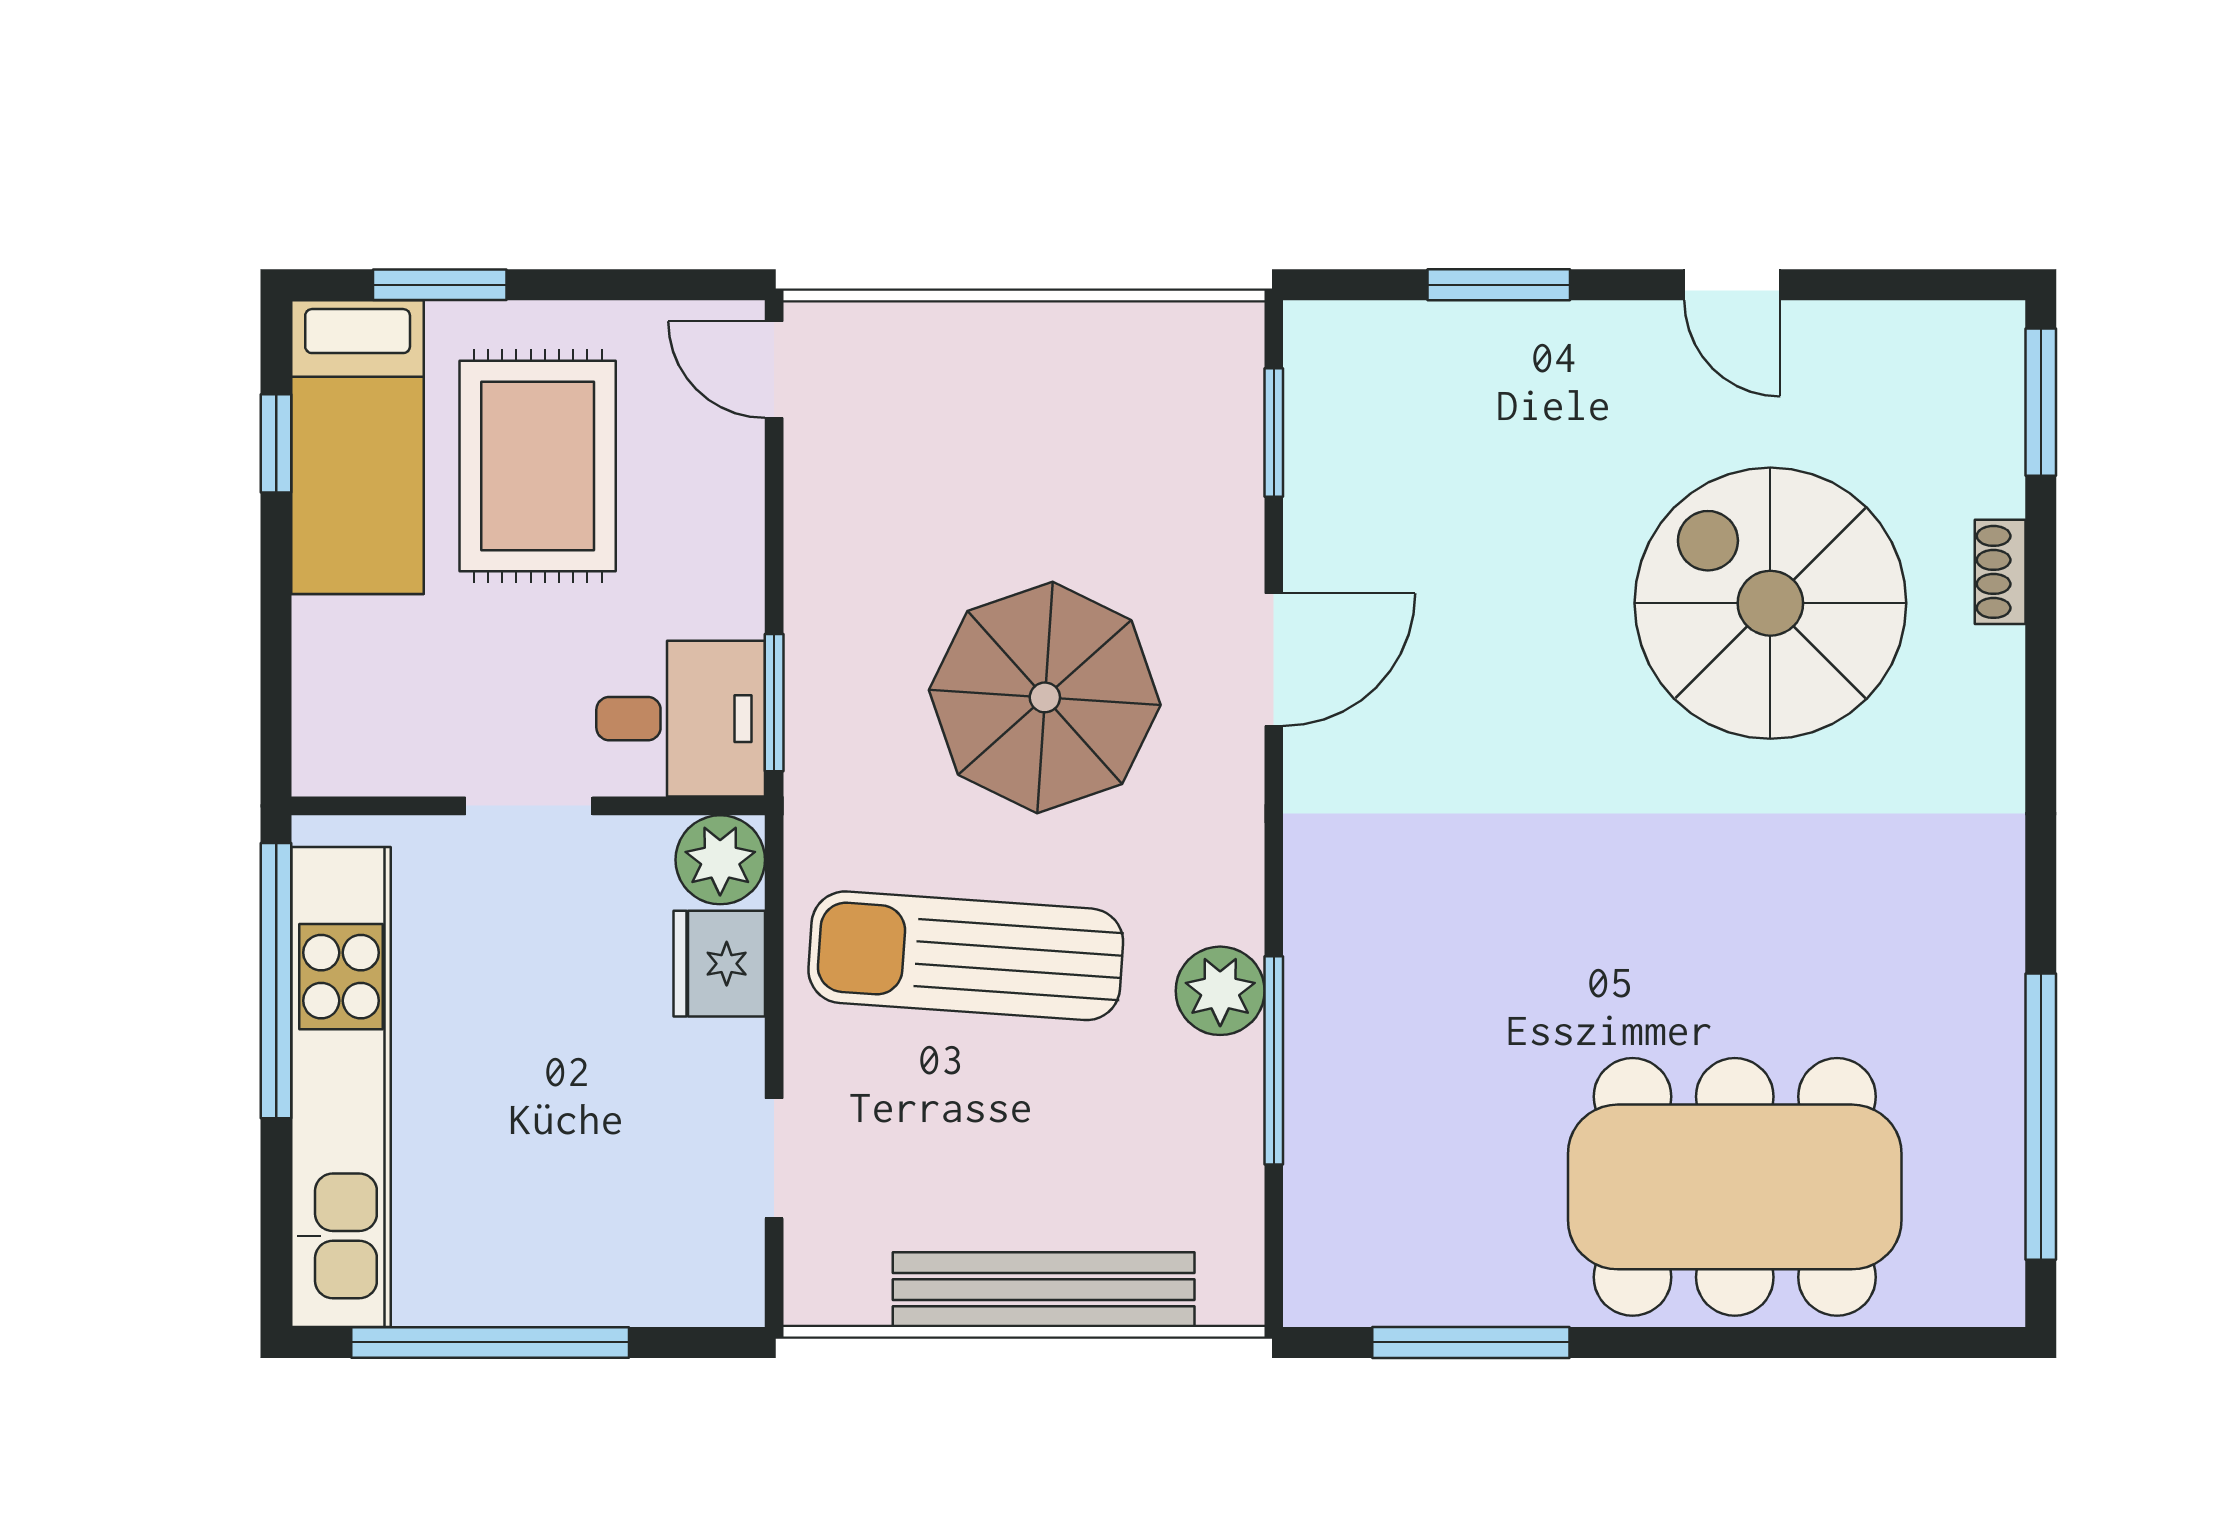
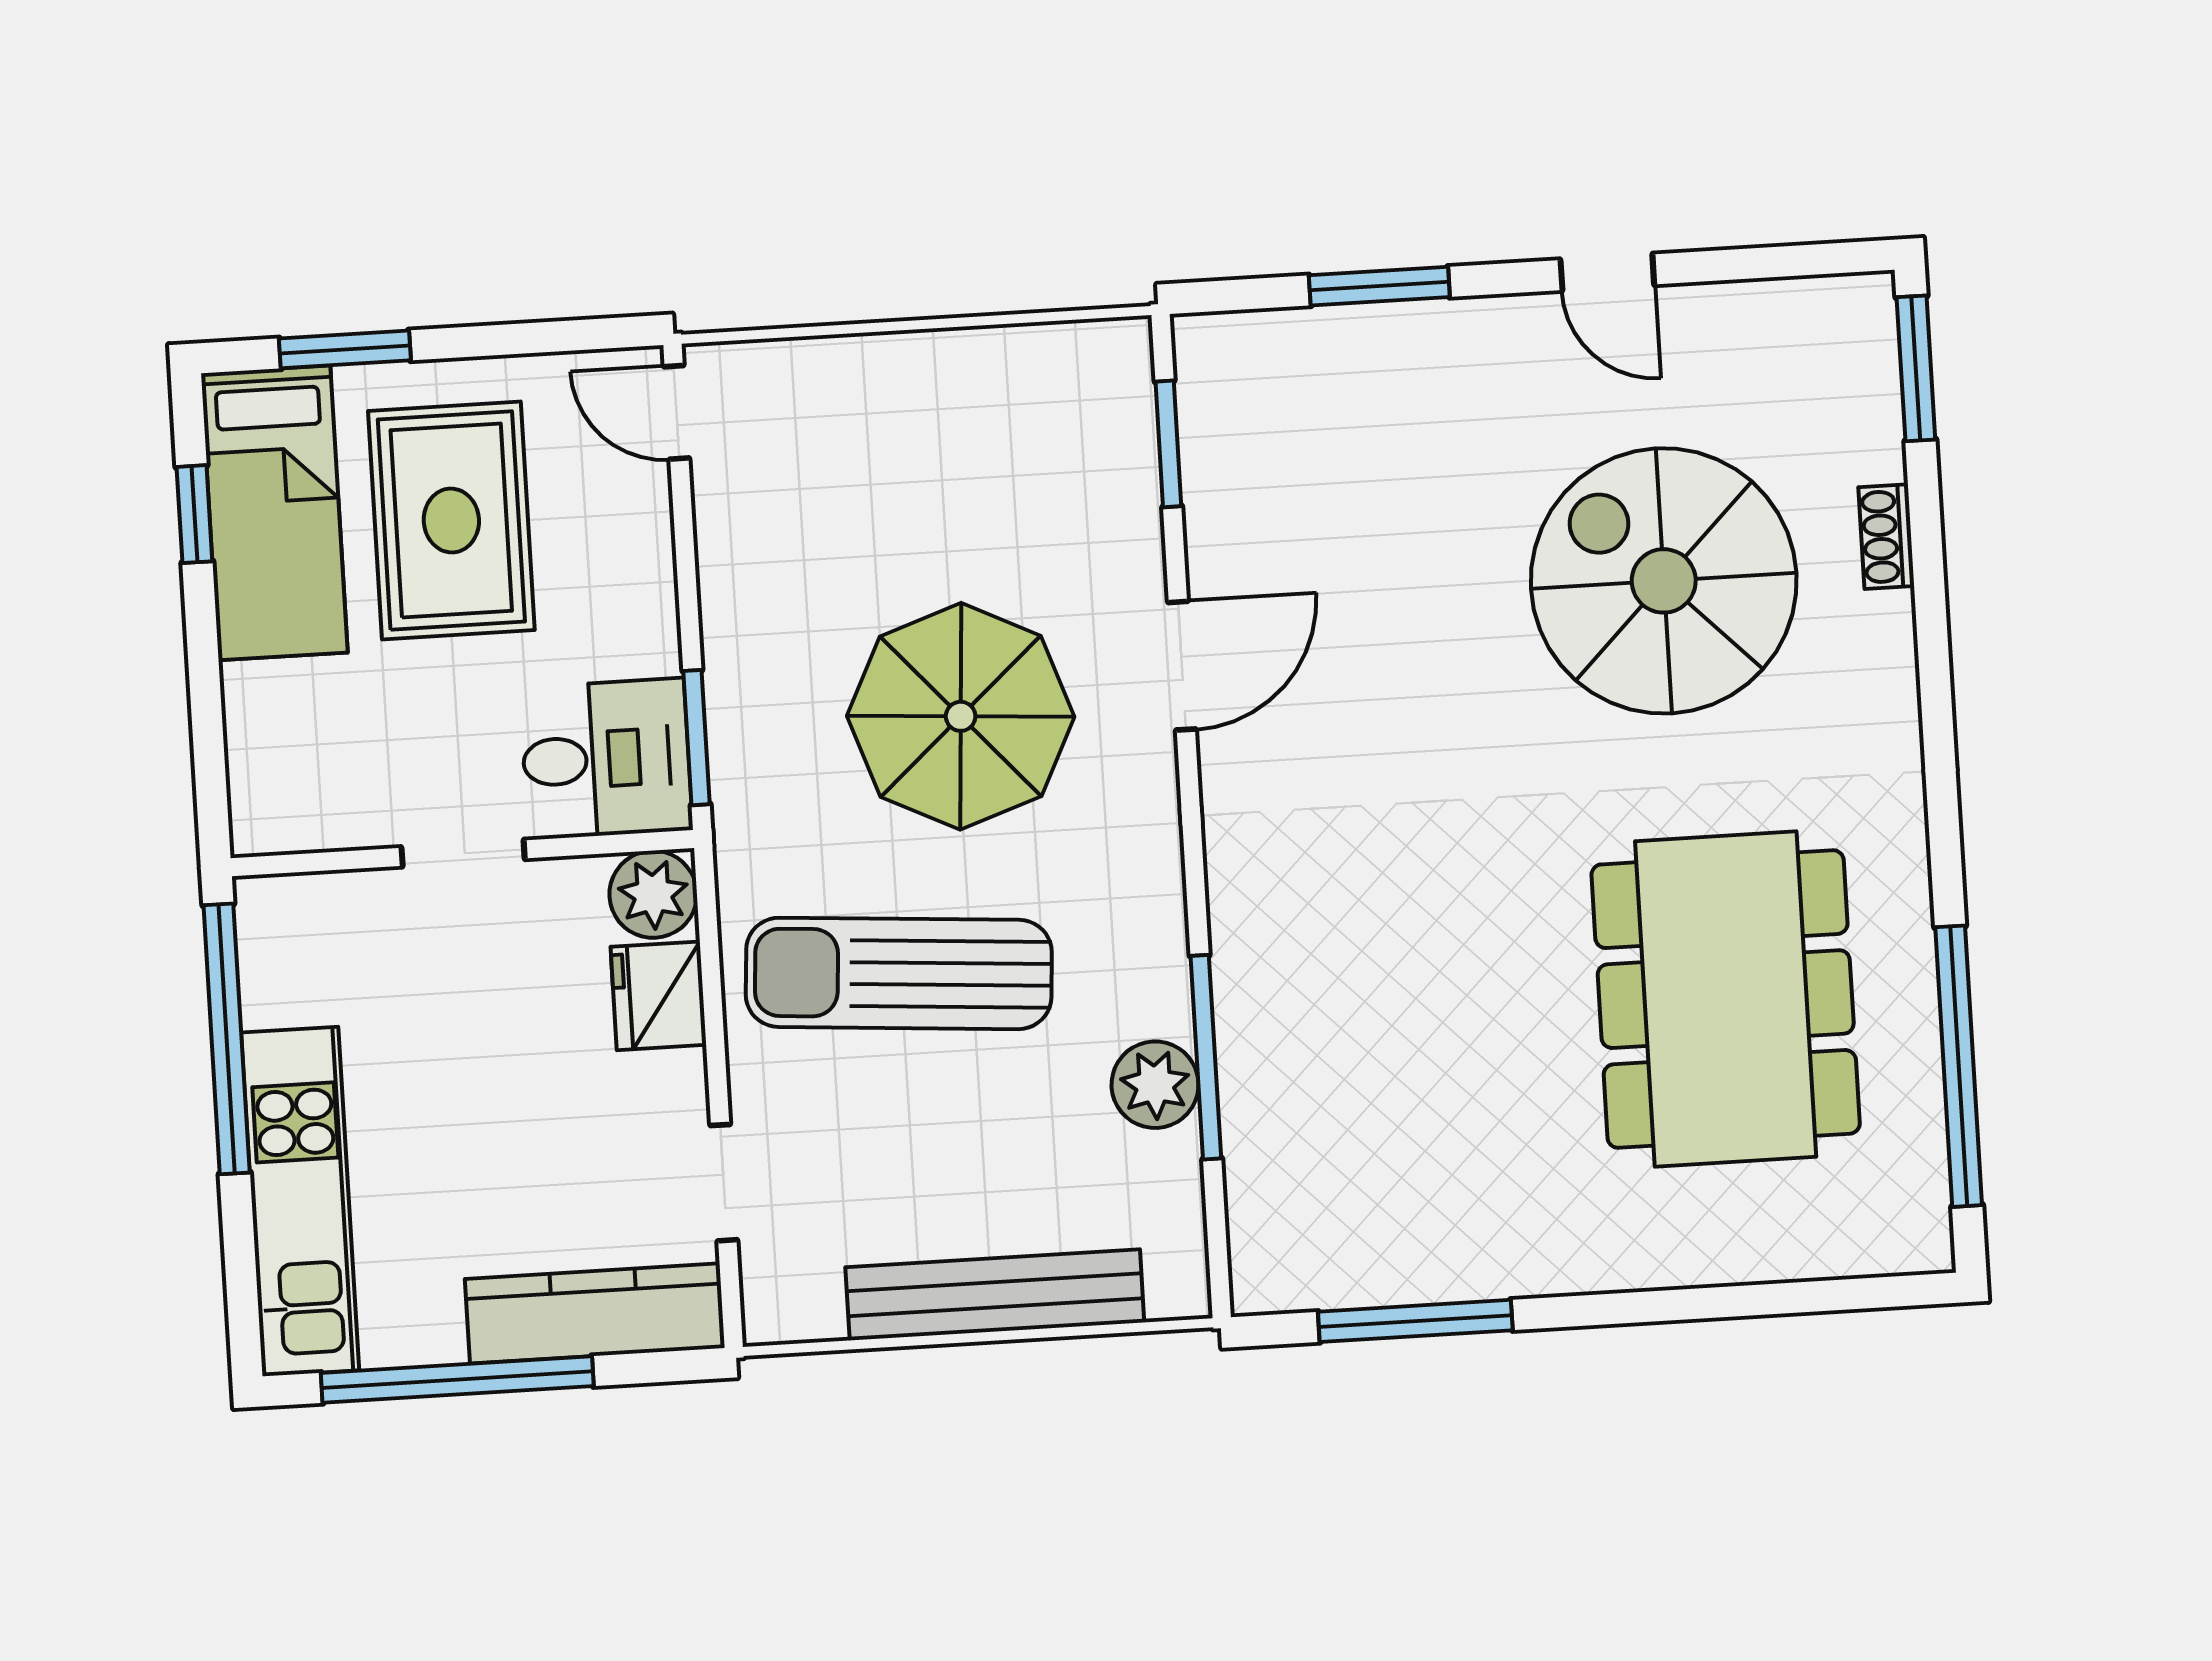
plant: (1220, 991) -> (1155, 1085), moved
kitchen unit: (341, 1087) -> (300, 1201), width x0.73
dining table: (1735, 1187) -> (1726, 999), moved, turned 90
kitchen counter: (635, 1284) -> (595, 1313), added

